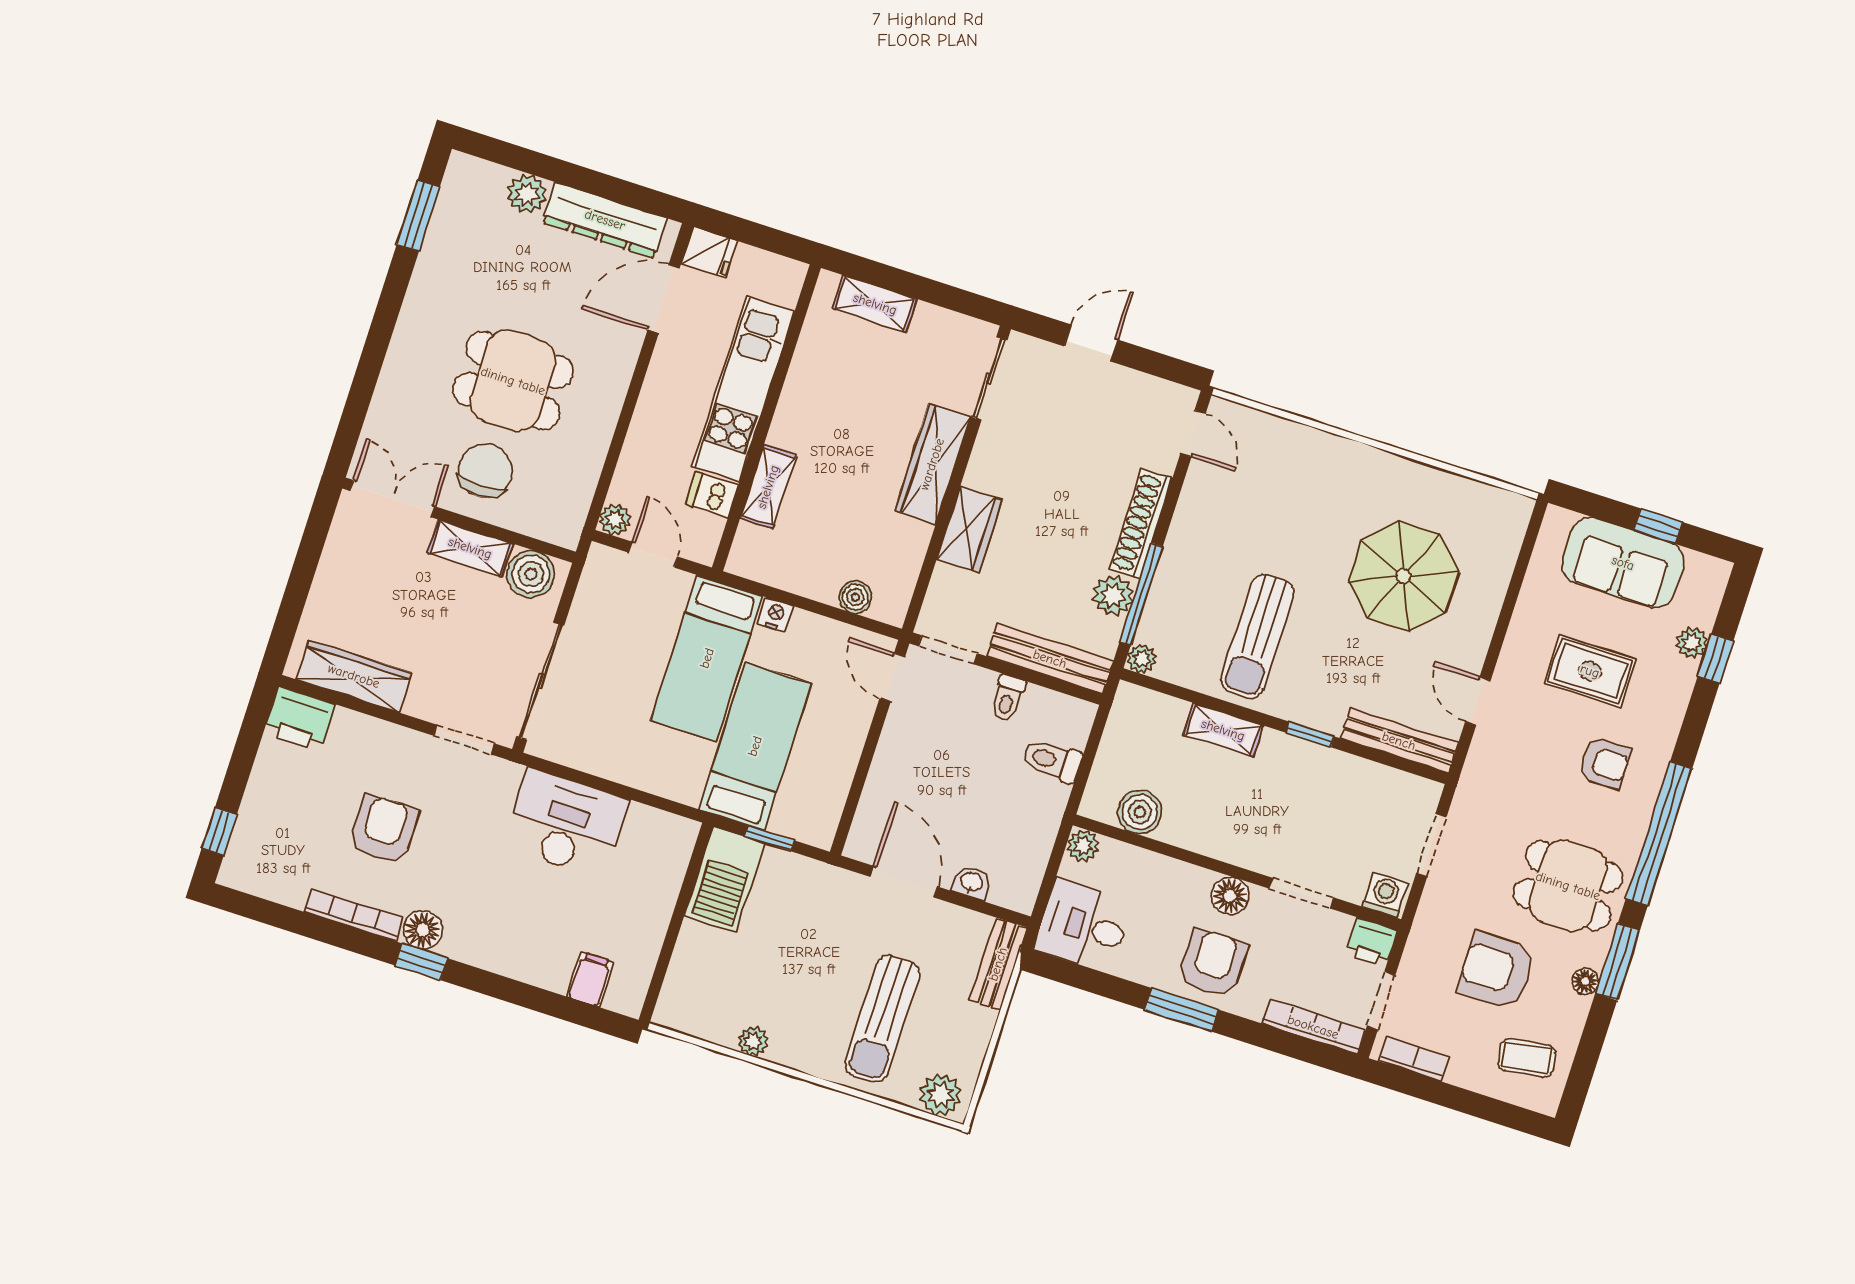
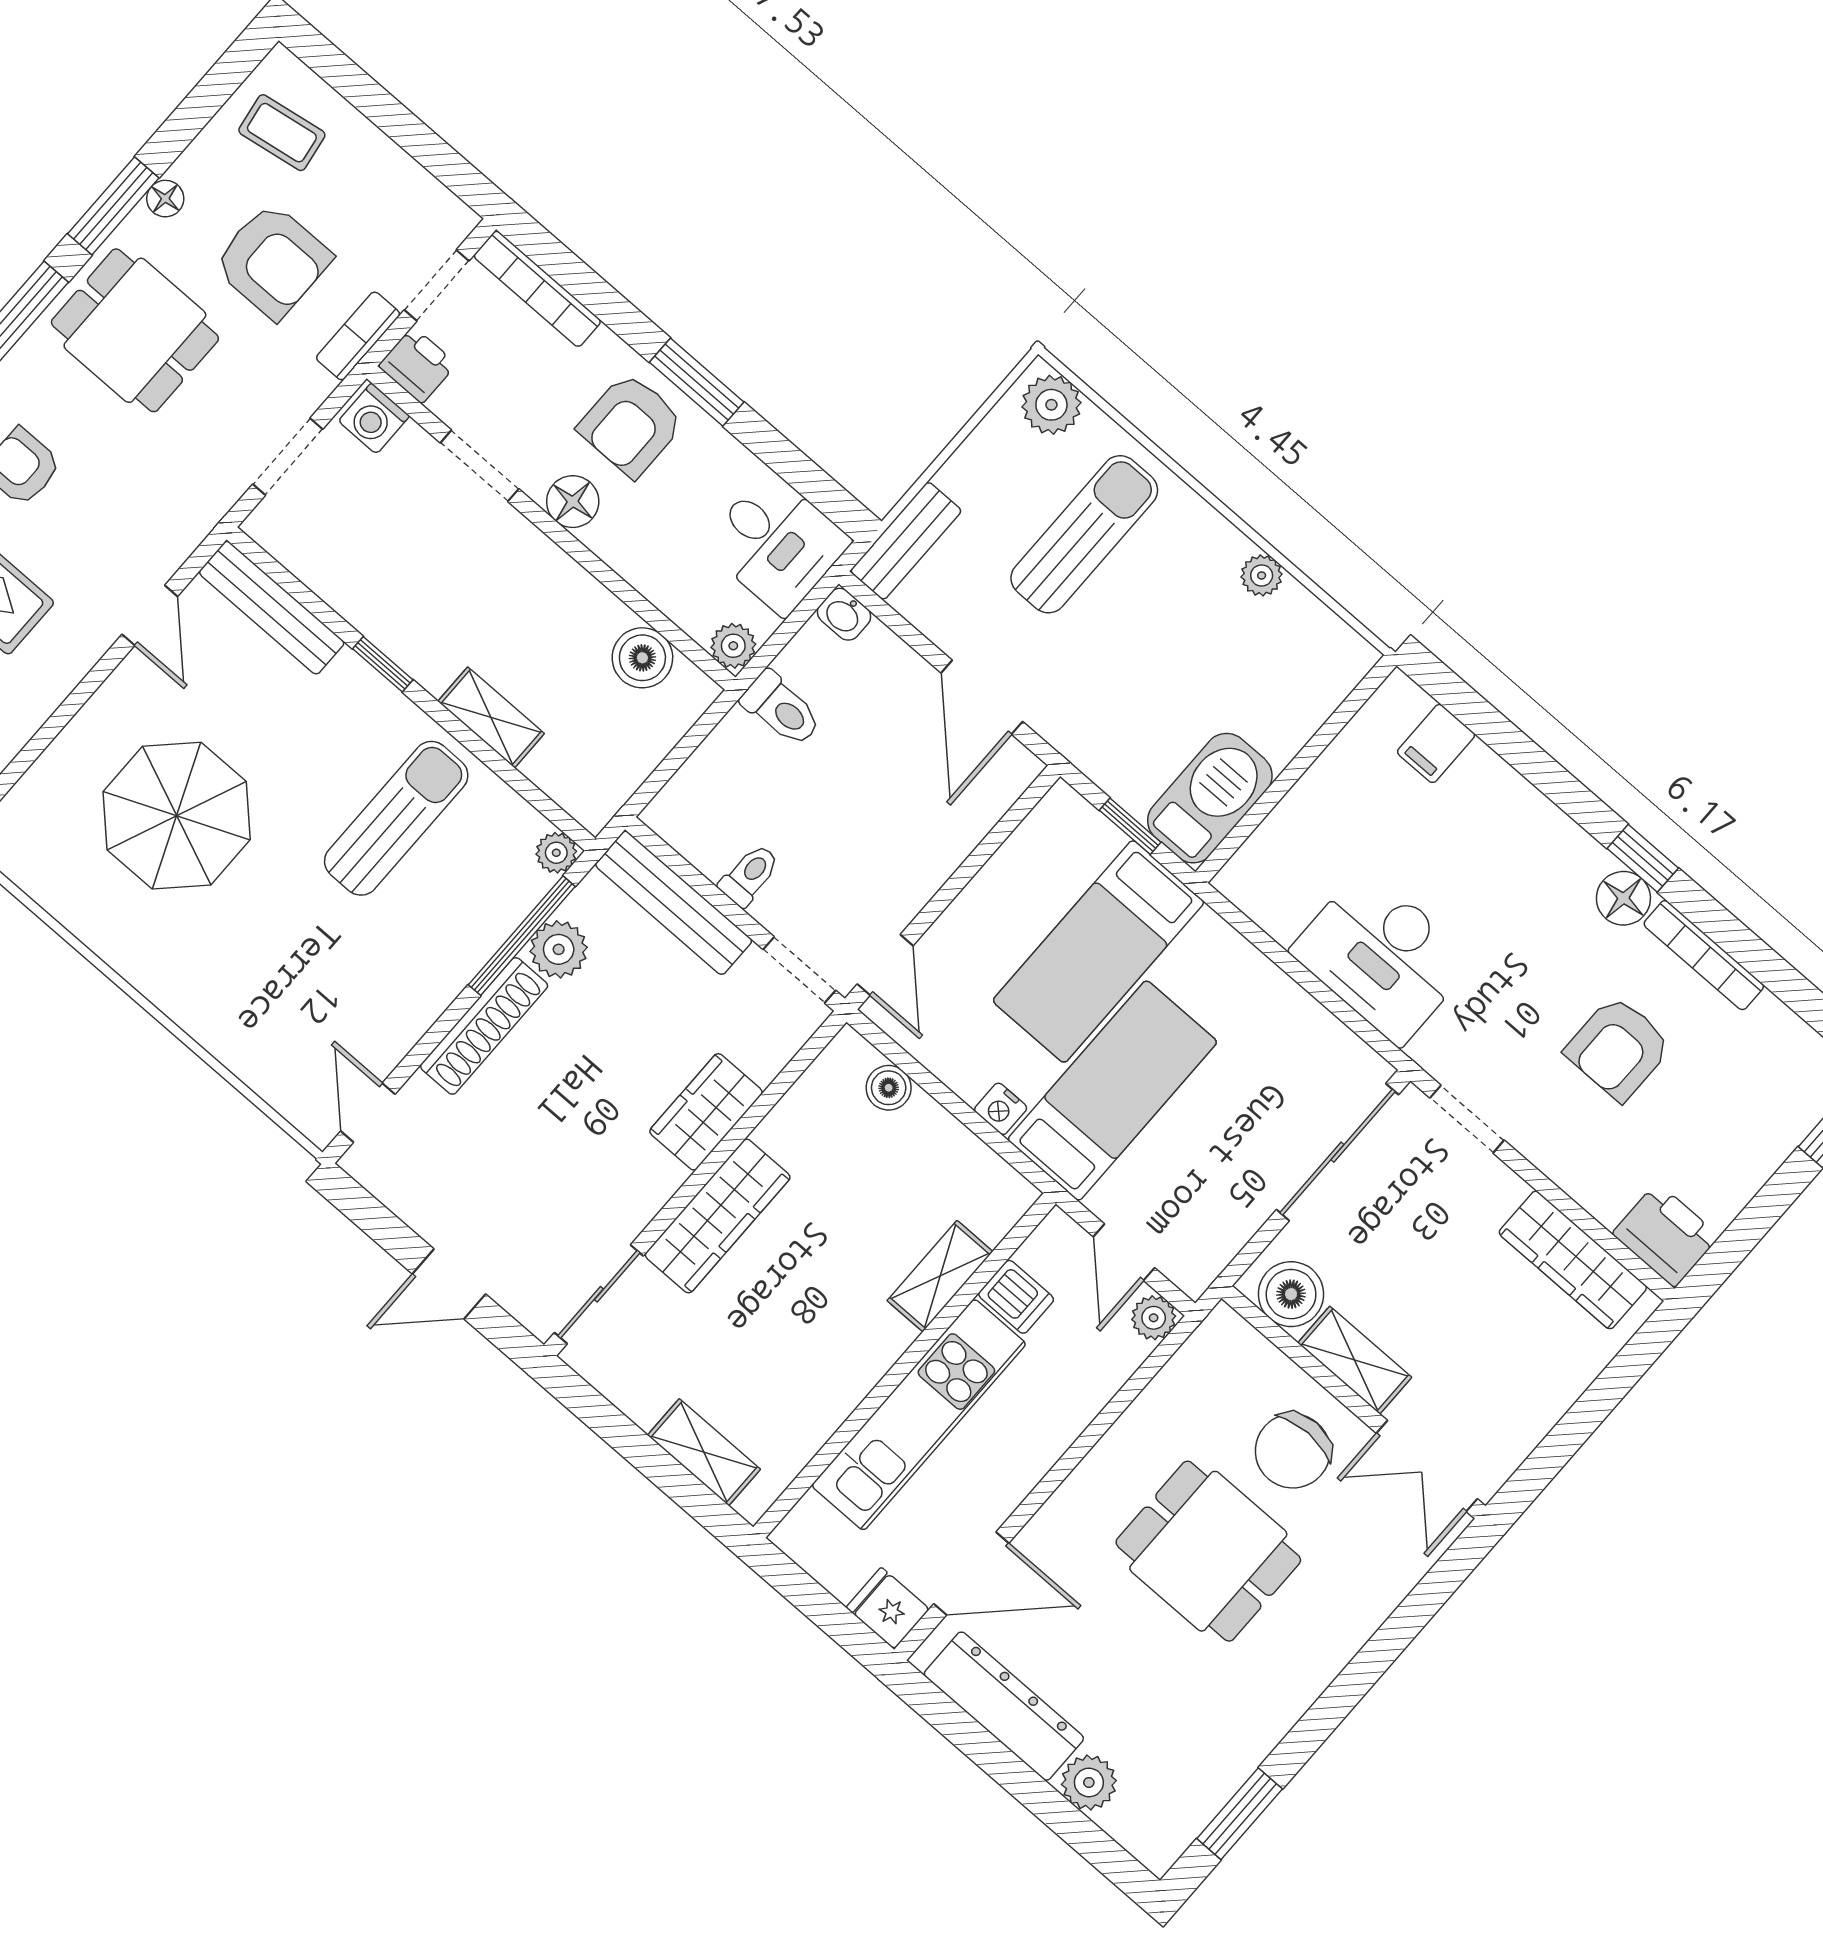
toilet: (1052, 760) -> (781, 709), moved
washbasin: (972, 883) -> (844, 614), moved
bookcase: (1414, 1059) -> (358, 336), moved, turned 90

